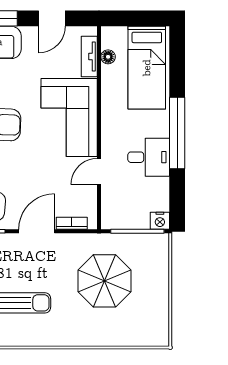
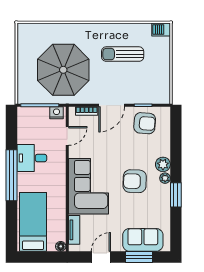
floor lamp: (108, 57) -> (61, 246), moved
door: (99, 172) -> (67, 136), moved
nightstand: (160, 221) -> (57, 113), moved
parasol: (104, 281) -> (63, 70), width x1.36, depth x1.36

